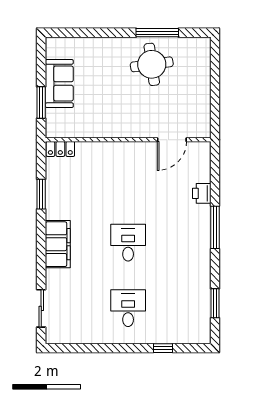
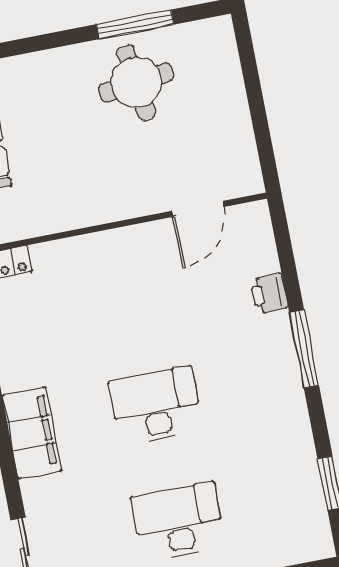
desk: (128, 243) -> (156, 406), width x1.37
desk: (128, 308) -> (178, 522), width x1.37

